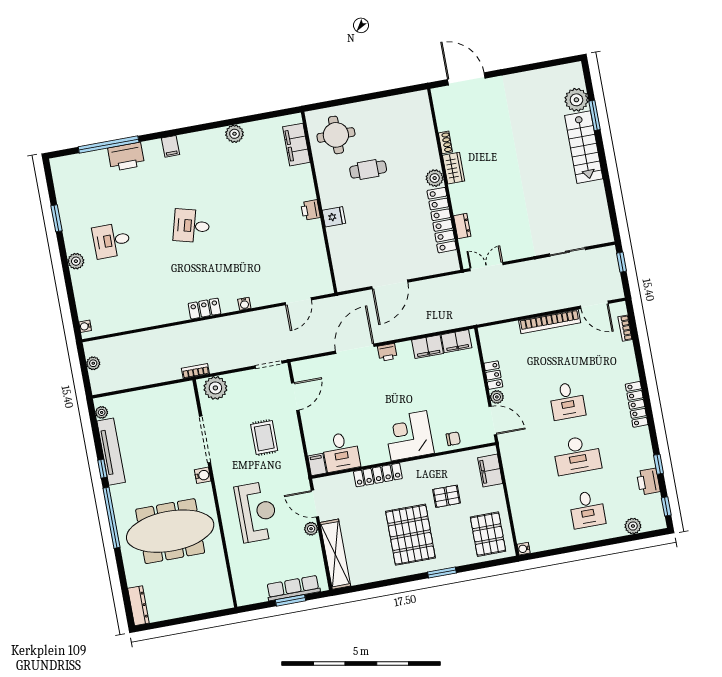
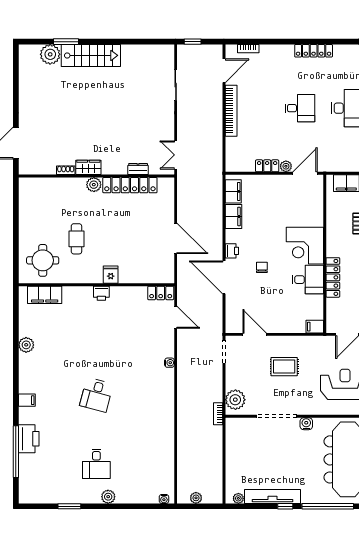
locker: (204, 309) -> (161, 293), moved, turned -90
chair: (453, 439) -> (262, 267), moved
desk: (341, 452) -> (308, 280), moved

